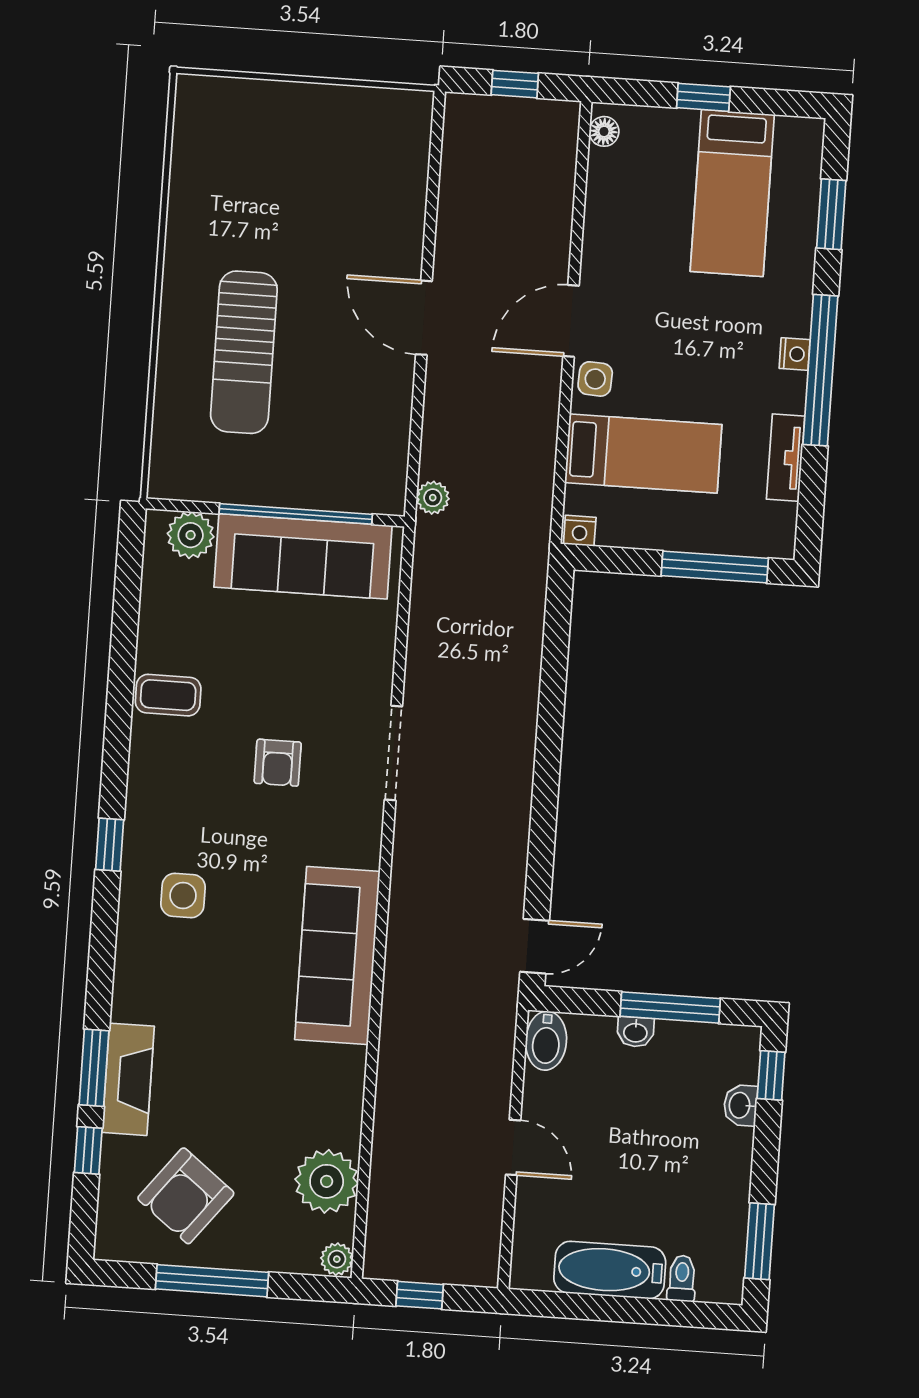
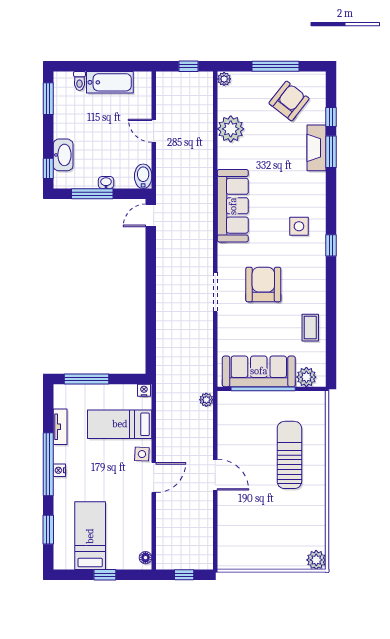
plant: (198, 98) -> (316, 560), added
coffee table: (168, 695) -> (310, 328), moved, turned 90
armchair: (278, 763) -> (263, 285), width x1.88, depth x1.88
washbasin: (740, 1105) -> (63, 155), width x1.91, depth x1.45
plant: (327, 1181) -> (231, 129), moved

